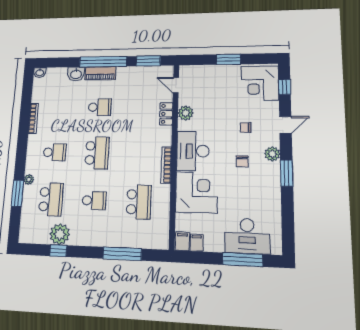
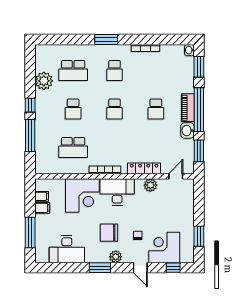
window: (228, 59) -> (199, 236), moved
window: (58, 63) -> (199, 67), added
washbasin: (76, 74) -> (187, 131), moved
corner desk: (260, 83) -> (164, 248), moved
locker: (166, 114) -> (144, 168), width x1.53
school desk: (97, 153) -> (114, 109), width x0.54
chair: (242, 161) -> (109, 233), width x1.87, depth x1.87
plant: (29, 180) -> (90, 49), removed
window: (17, 193) -> (106, 40), moved
desk: (247, 236) -> (67, 249), moved, turned -90
filing cabinet: (182, 241) -> (42, 208), moved
window: (58, 251) -> (30, 105), moved

